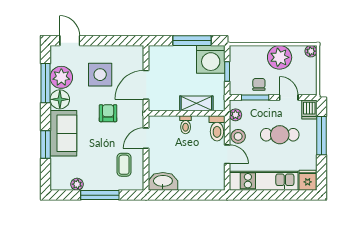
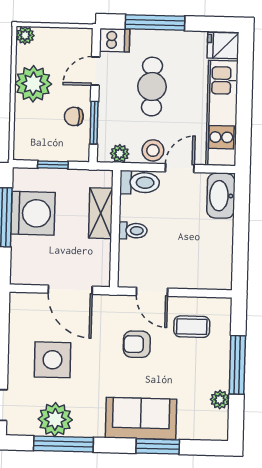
washing machine: (211, 59) -> (33, 213), moved
floor lamp: (60, 99) -> (89, 423), removed
armchair: (108, 113) -> (137, 344), moved
washbasin: (163, 181) -> (221, 196), moved

